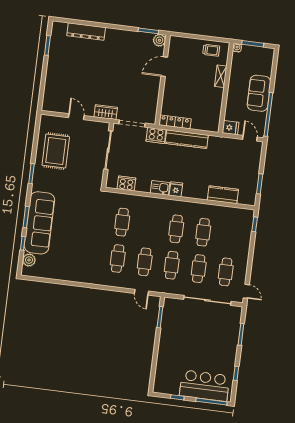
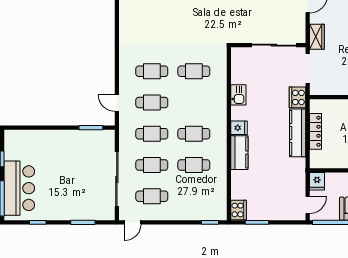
locker: (175, 122) -> (316, 131), moved
cooker: (126, 183) -> (239, 210), moved
kitchen sink: (160, 188) -> (238, 95), moved
kitchen counter: (223, 195) -> (239, 153), moved
door: (141, 292) -> (117, 103), hinge flipped

